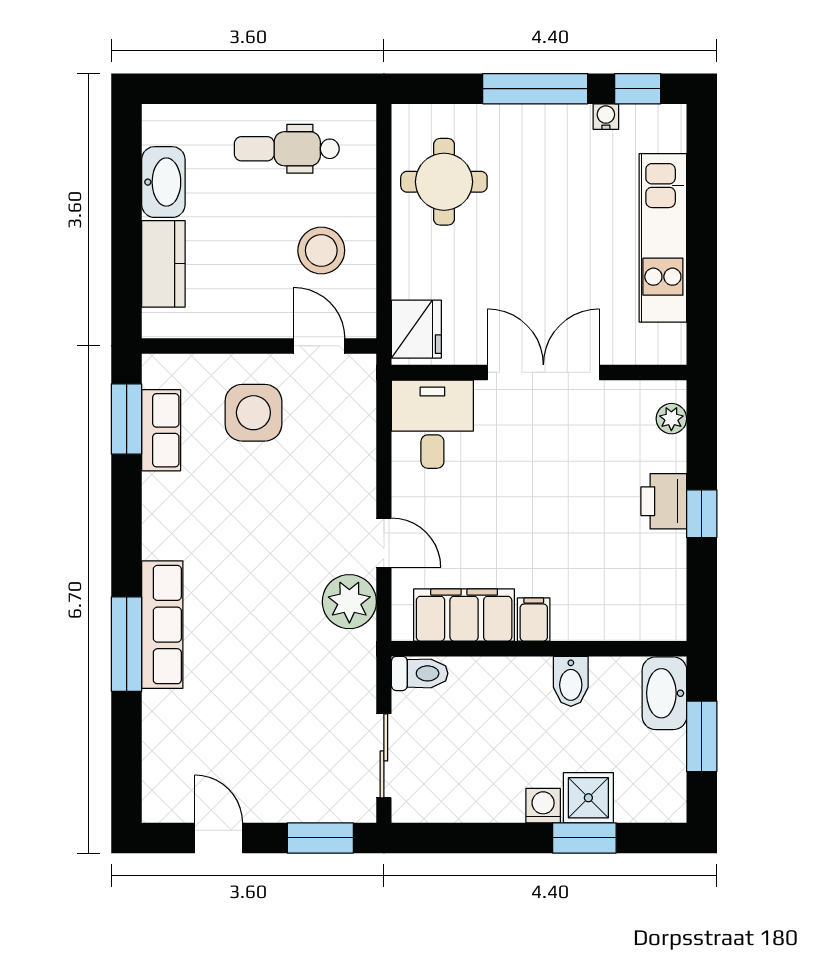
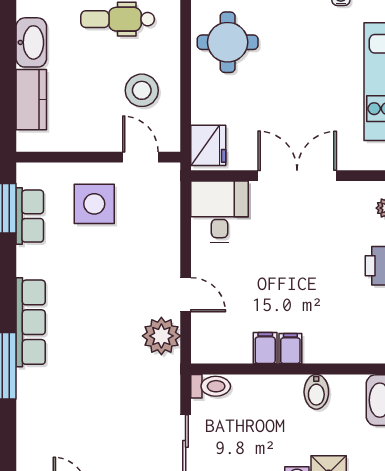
filing cabinet: (464, 615) -> (265, 348), width x0.33, depth x0.86
row of seats: (162, 625) -> (31, 322), moved

